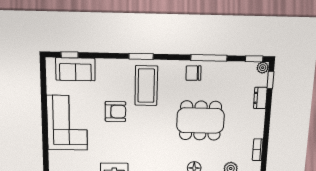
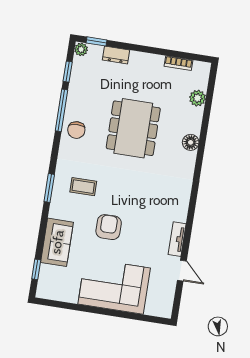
window: (254, 59) -> (68, 72), moved
sofa: (75, 69) -> (57, 242), moved
coffee table: (146, 86) -> (83, 187), width x0.54, depth x0.58

